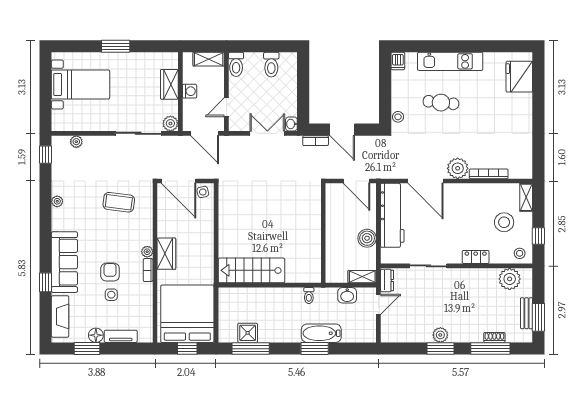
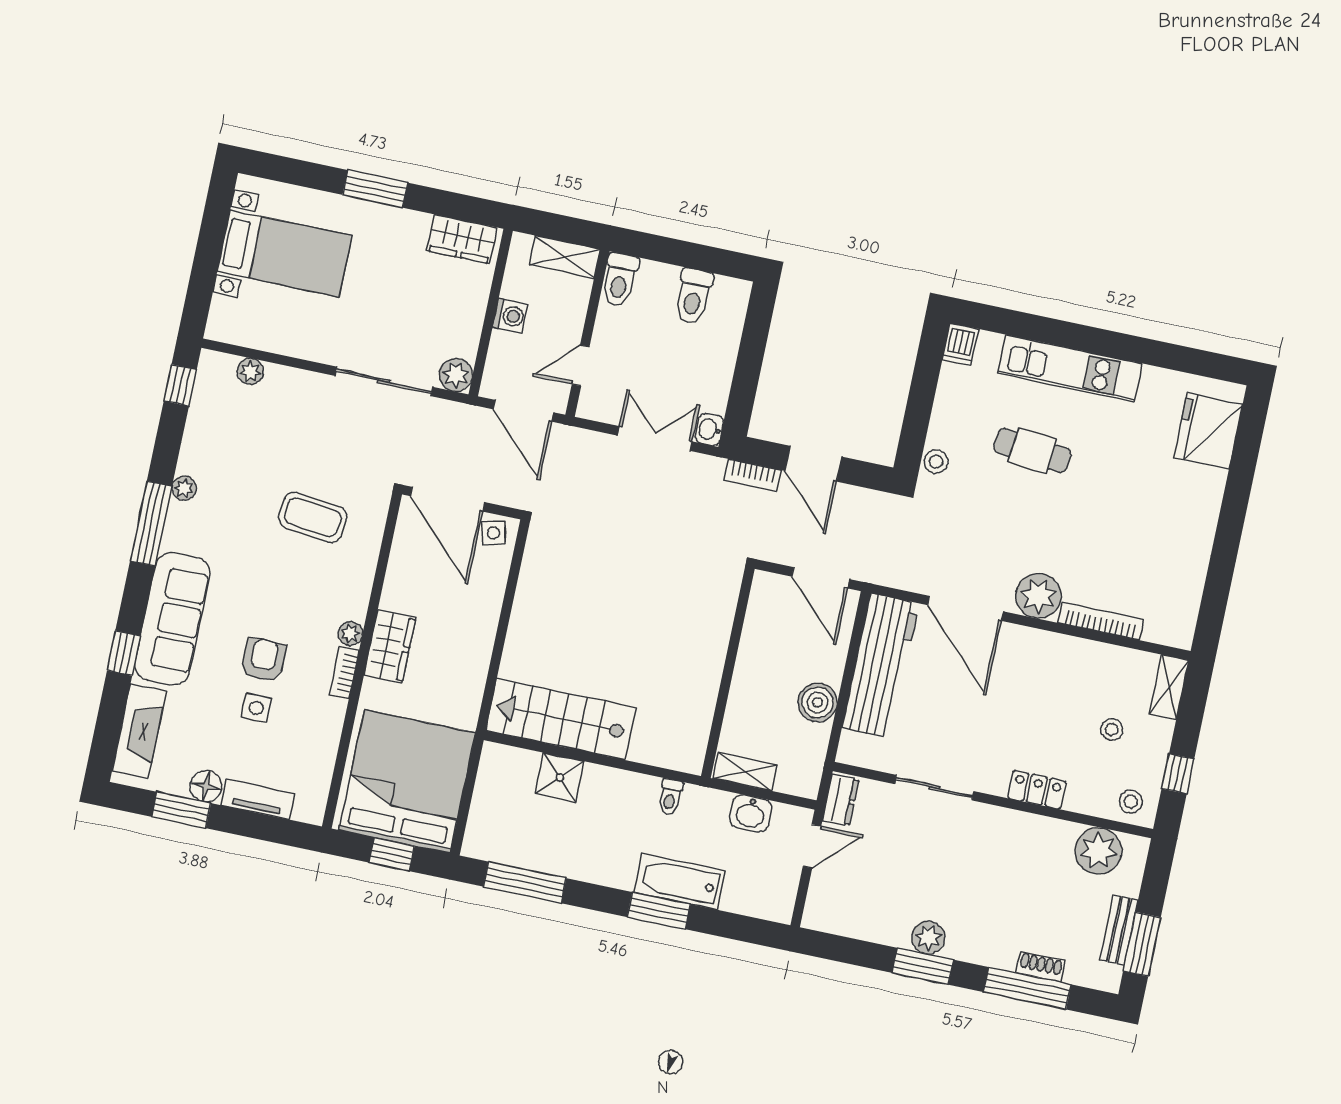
wardrobe: (169, 84) -> (462, 239), moved, turned -90
window: (46, 221) -> (151, 524), added
stool: (504, 222) -> (1112, 730), width x0.53, depth x0.53
shelving: (362, 277) -> (745, 772), moved
shower: (248, 333) -> (560, 777), moved

